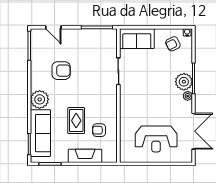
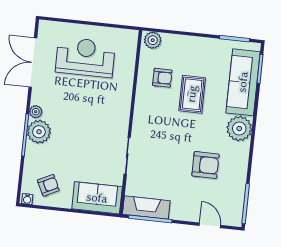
armchair: (61, 71) -> (205, 165), turned 180
fireplace: (85, 156) -> (146, 207), moved, turned 180
plant: (109, 156) -> (153, 40), added

